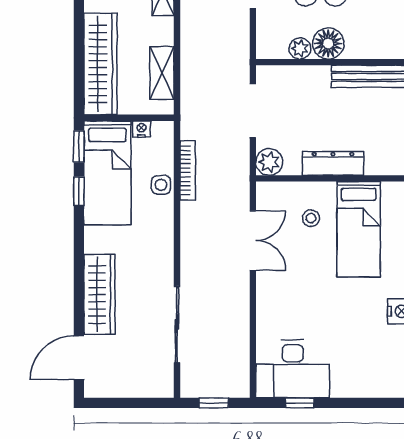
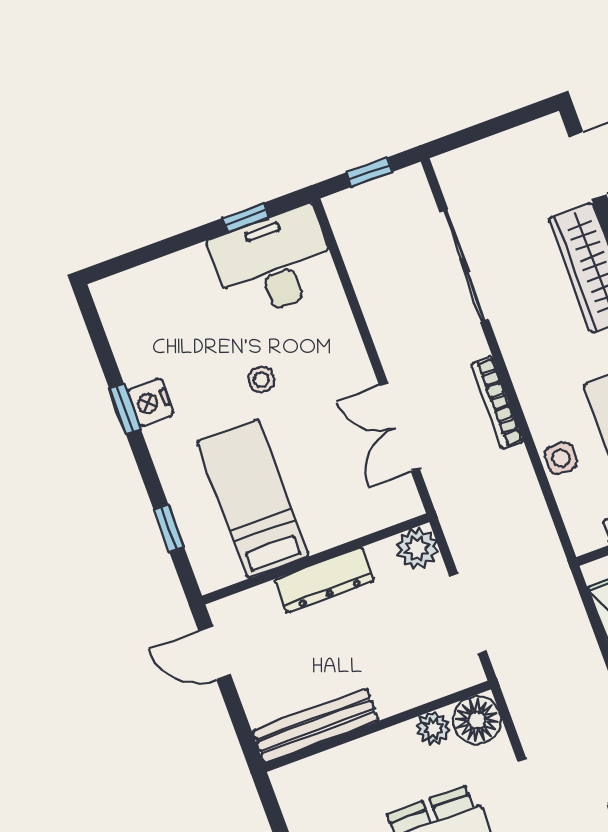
floor lamp: (328, 43) -> (477, 720), moved
bookcase: (188, 170) -> (497, 403), moved
stool: (311, 218) -> (261, 380), moved

